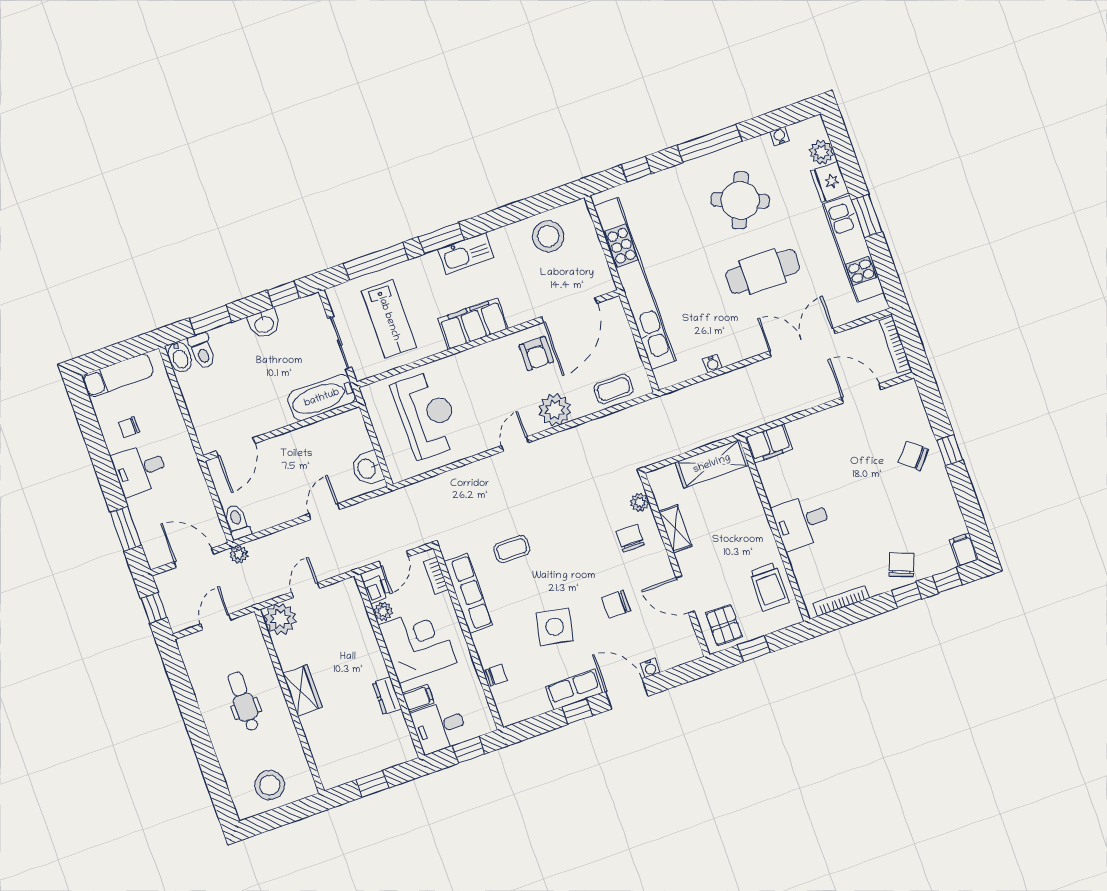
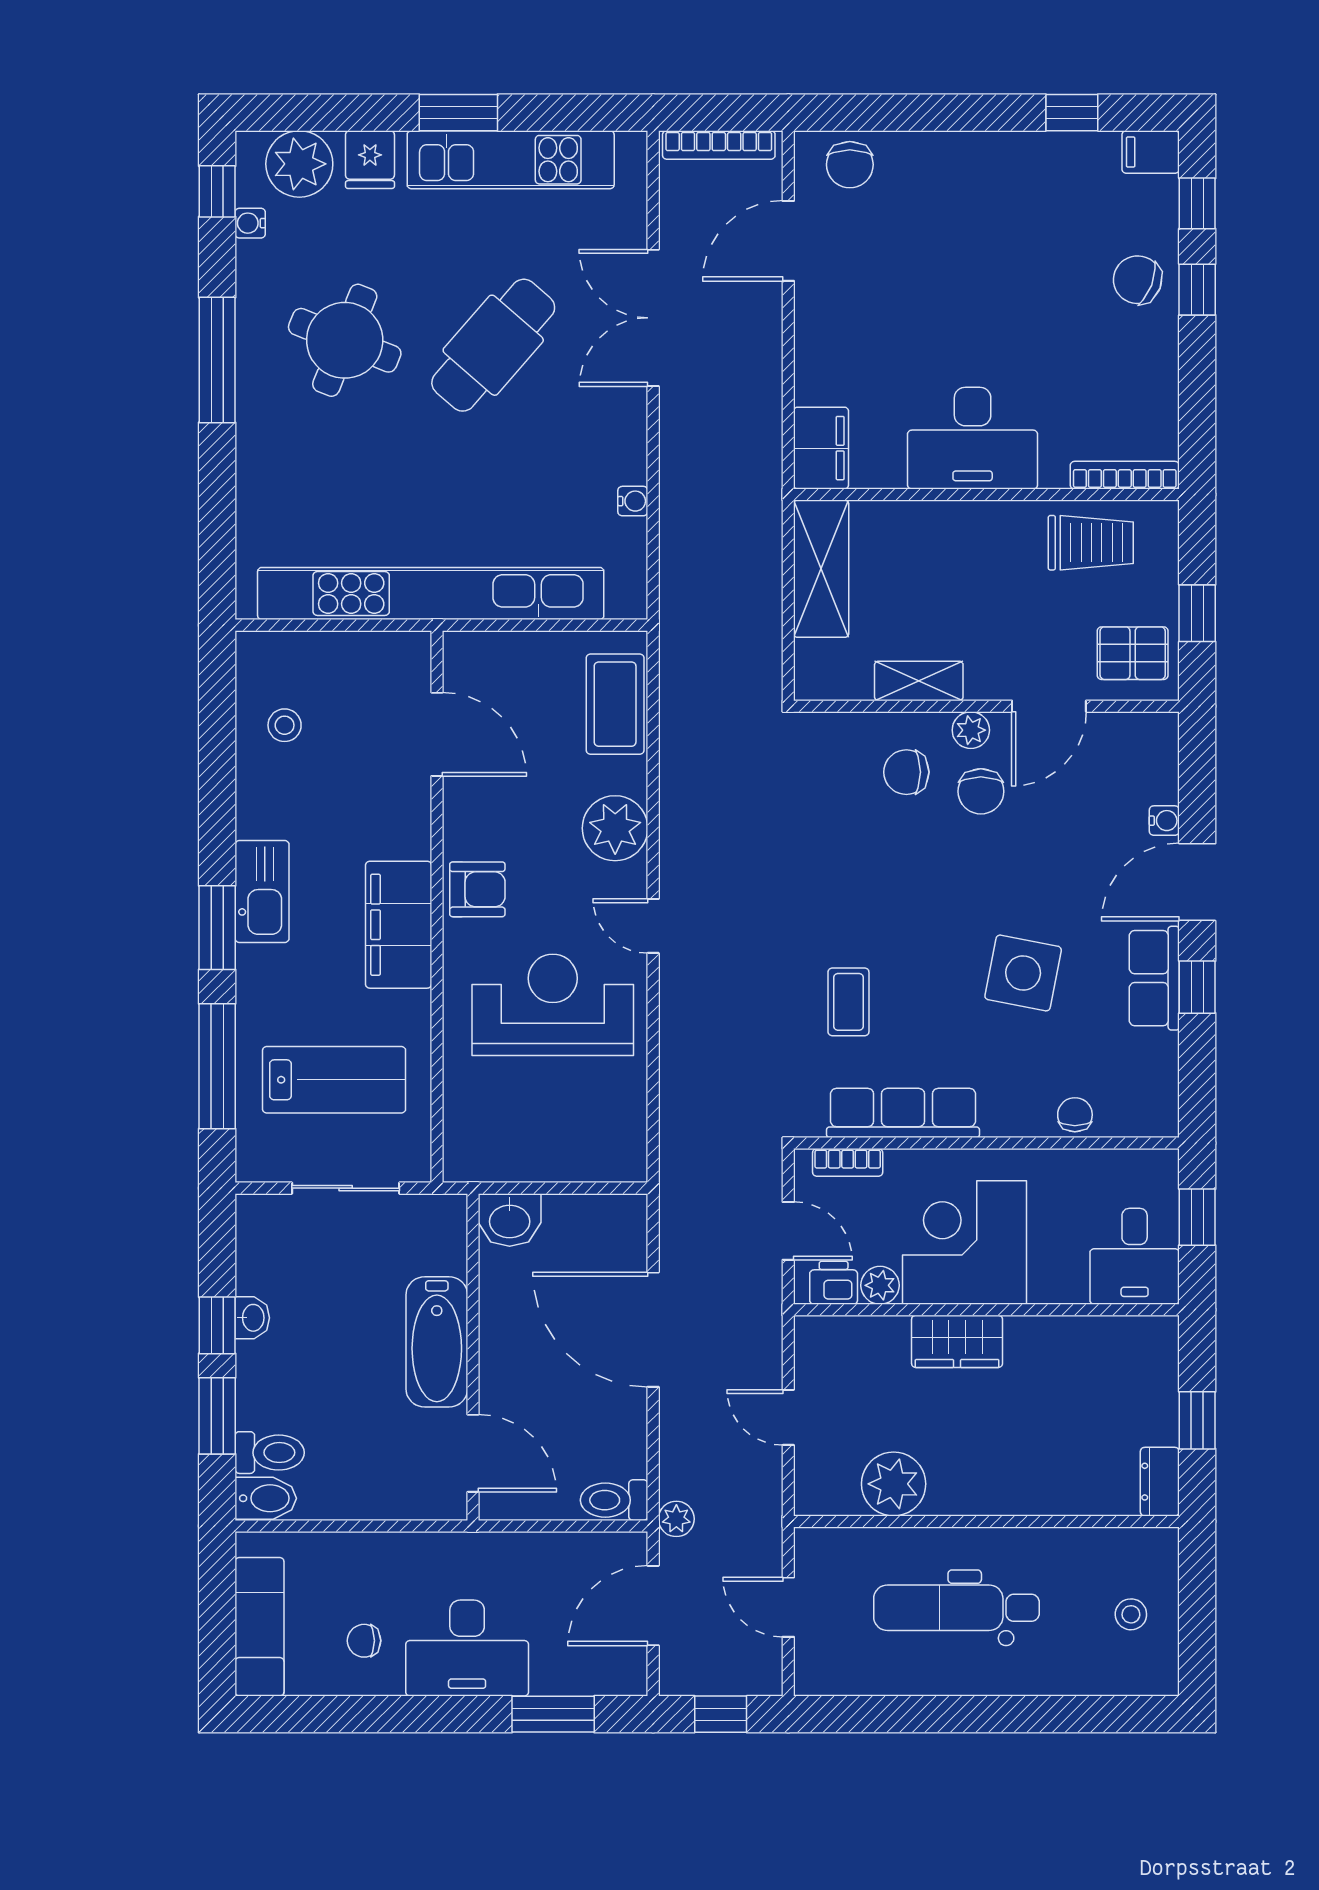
plant: (822, 152) -> (299, 164), width x1.36, depth x1.36
window: (636, 169) -> (217, 191), moved
fridge: (830, 182) -> (370, 160), width x0.72
stool: (548, 236) -> (285, 725), width x0.53, depth x0.53
cafe table: (763, 271) -> (493, 345), turned 41
window: (283, 294) -> (217, 1325), moved
door: (569, 310) -> (437, 734), width x0.73
washbasin: (264, 324) -> (252, 1318), width x0.72, depth x0.69
armchair: (536, 354) -> (477, 889), moved
coffee table: (613, 389) -> (615, 704), width x1.36, depth x1.30
bathtub: (322, 398) -> (437, 1342), moved
reception desk: (427, 415) -> (553, 1005), moved
chair: (129, 427) -> (364, 1641), turned 90
window: (950, 450) -> (1072, 113), moved
chair: (913, 456) -> (850, 165), moved, turned -40
washbasin: (367, 468) -> (510, 1220), moved
desk: (140, 469) -> (467, 1648), width x1.37
plant: (640, 502) -> (971, 730), moved
door: (324, 512) -> (653, 1330), width x1.87
desk: (802, 522) -> (973, 438), width x1.37
bookcase: (842, 601) -> (1125, 475), moved, turned 90
chair: (616, 604) -> (981, 791), moved
plant: (280, 619) -> (894, 1484), moved
wardrobe: (302, 690) -> (957, 1341), moved, turned 180
dresser: (387, 696) -> (1160, 1482), moved, turned 90
filing cabinet: (418, 698) -> (1066, 1277), removed
dental chair: (244, 701) -> (956, 1608), width x1.36, depth x1.38
stool: (270, 785) -> (1131, 1614), width x0.53, depth x0.53

